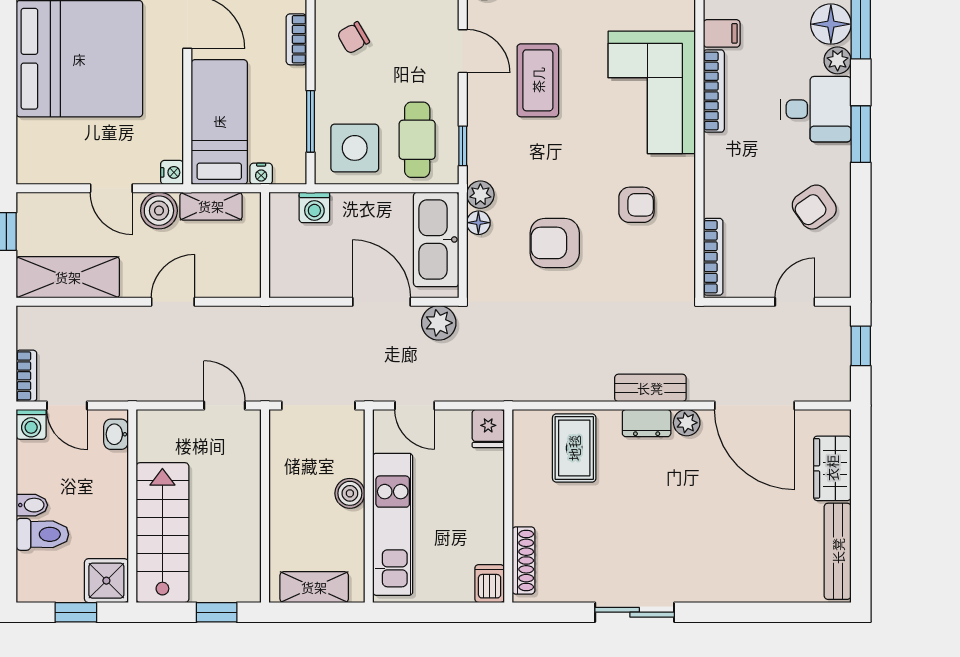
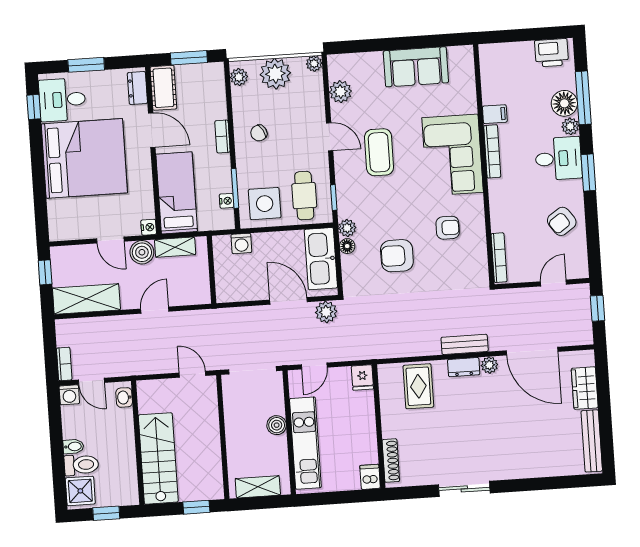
nightstand: (261, 174) -> (227, 201), moved, turned -90
door: (415, 405) -> (314, 366), hinge flipped
shower: (106, 581) -> (80, 491), moved

